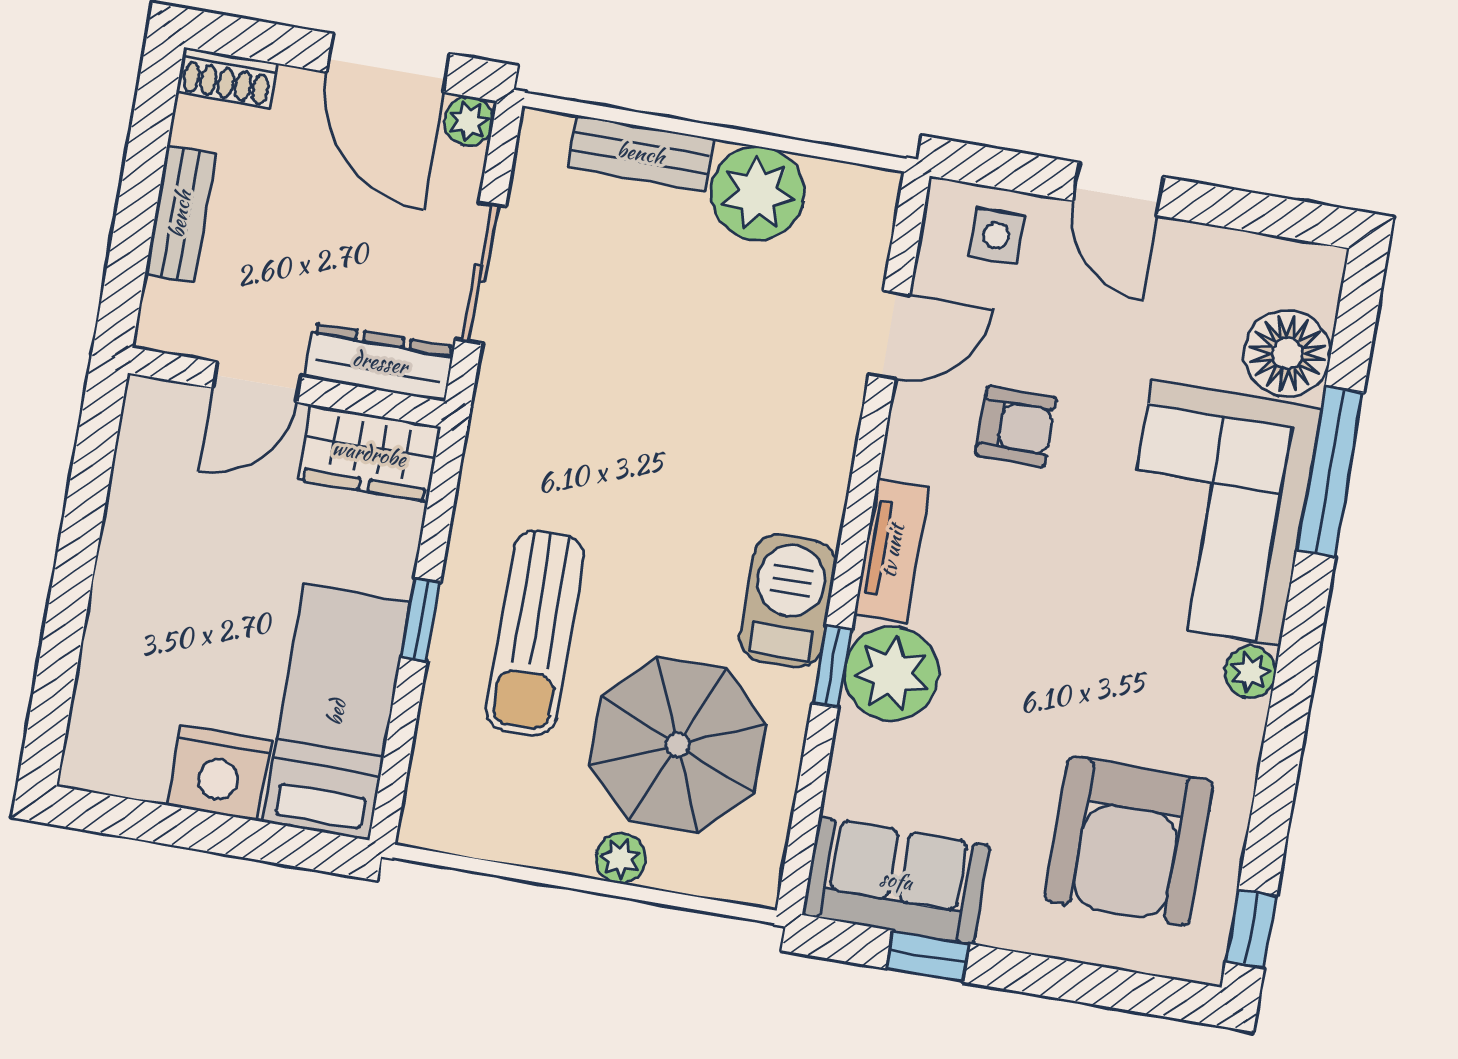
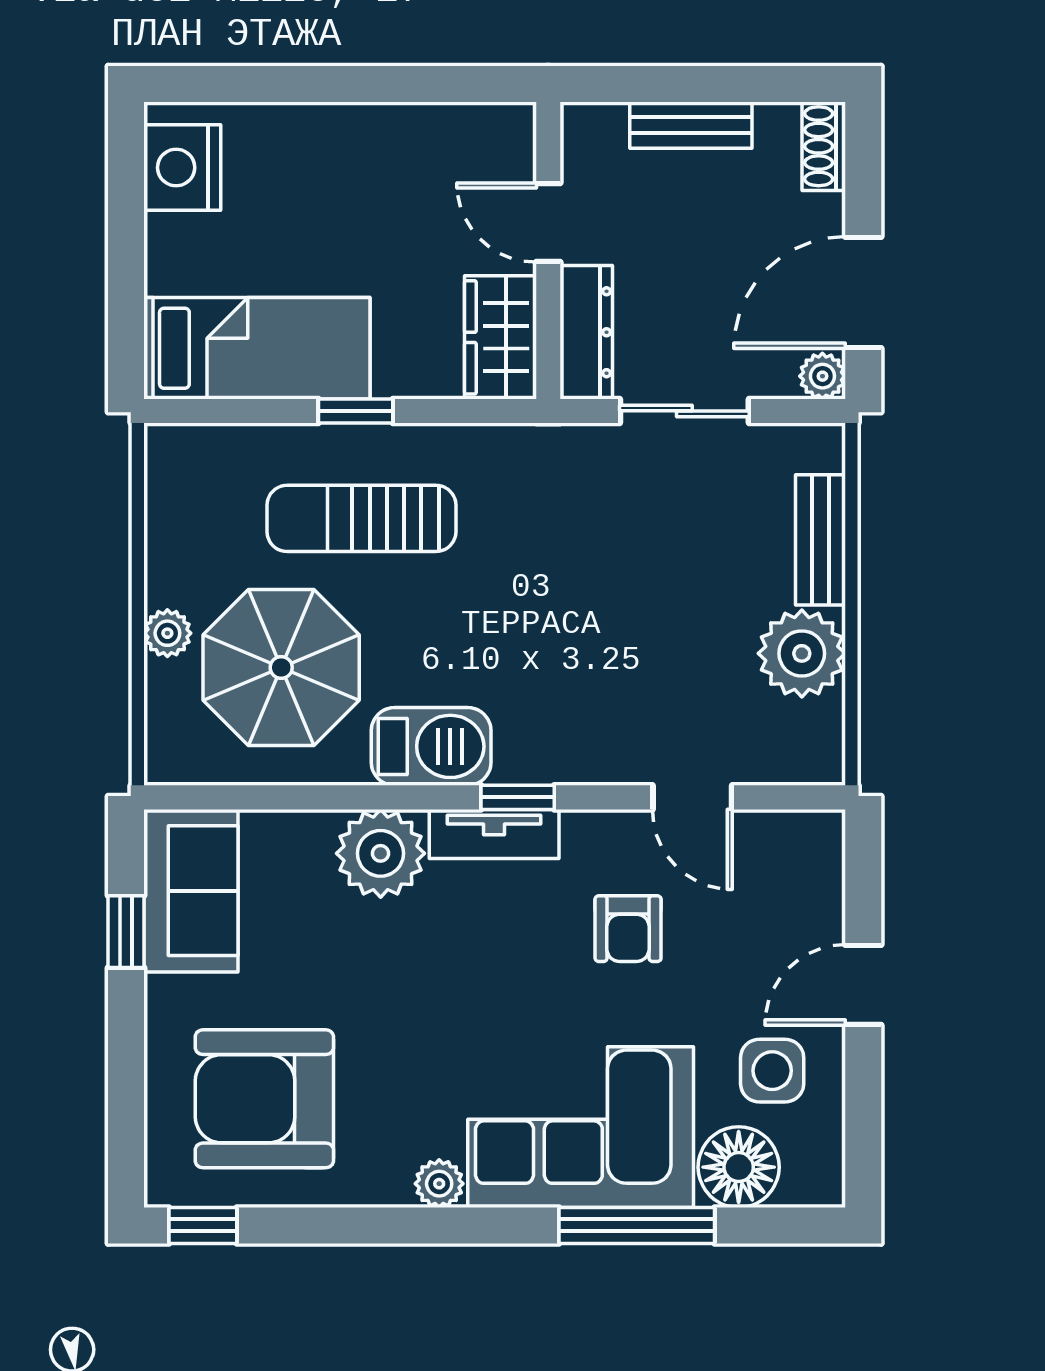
side table: (997, 236) -> (772, 1071), moved, width x1.37, depth x1.37
window: (832, 667) -> (518, 797), moved
nightstand: (219, 773) -> (182, 168), moved

